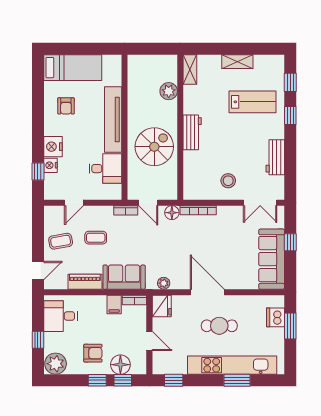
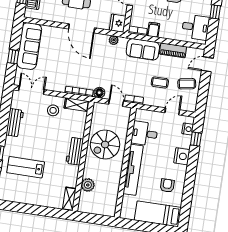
shelving: (237, 62) -> (77, 105), moved
nightstand: (50, 165) -> (188, 129), moved

